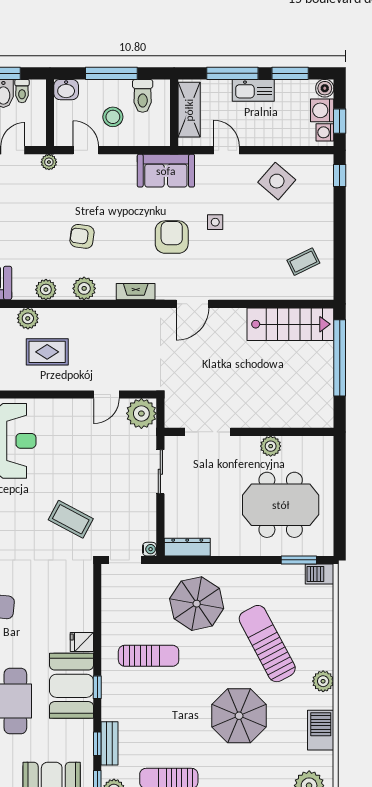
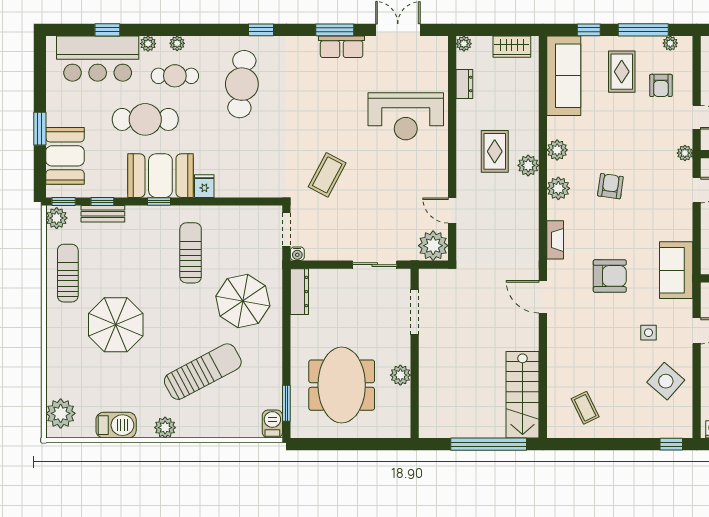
side table: (215, 222) -> (648, 333), moved
plant: (28, 318) -> (528, 165), moved
sun lounger: (149, 656) -> (191, 253), turned 180
parasol: (239, 716) -> (116, 325), moved

